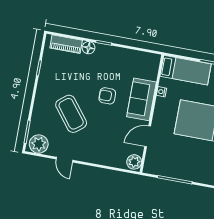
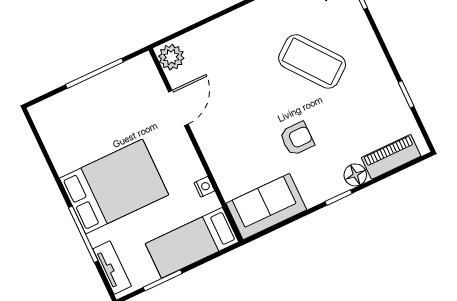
armchair: (107, 96) -> (297, 139), moved
sofa: (141, 99) -> (266, 207), moved, turned -90

